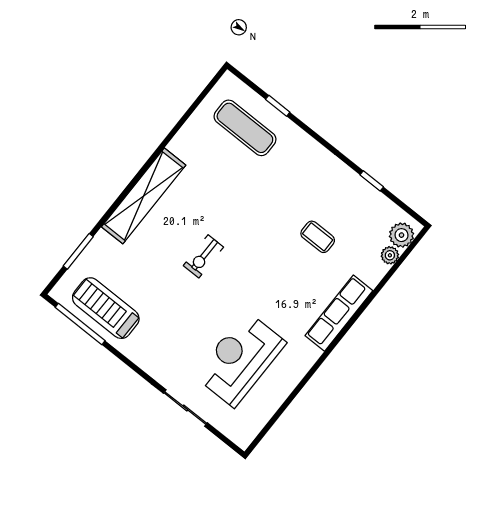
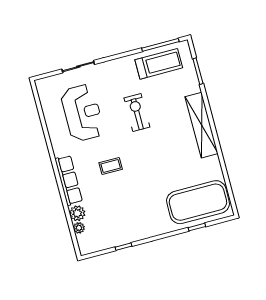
exercise mat: (245, 128) -> (198, 202), width x2.00, depth x1.45
plant: (402, 235) -> (77, 213), moved
coffee table: (318, 237) -> (111, 166), moved
exercise bike: (203, 256) -> (137, 113), moved, width x1.38, depth x1.39

